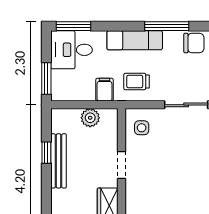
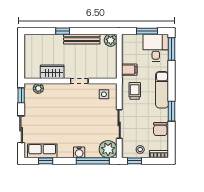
window: (167, 26) -> (172, 111), width x0.69
window: (46, 78) -> (147, 31), moved
plant: (90, 118) -> (111, 40), moved
window: (46, 153) -> (63, 31), moved

